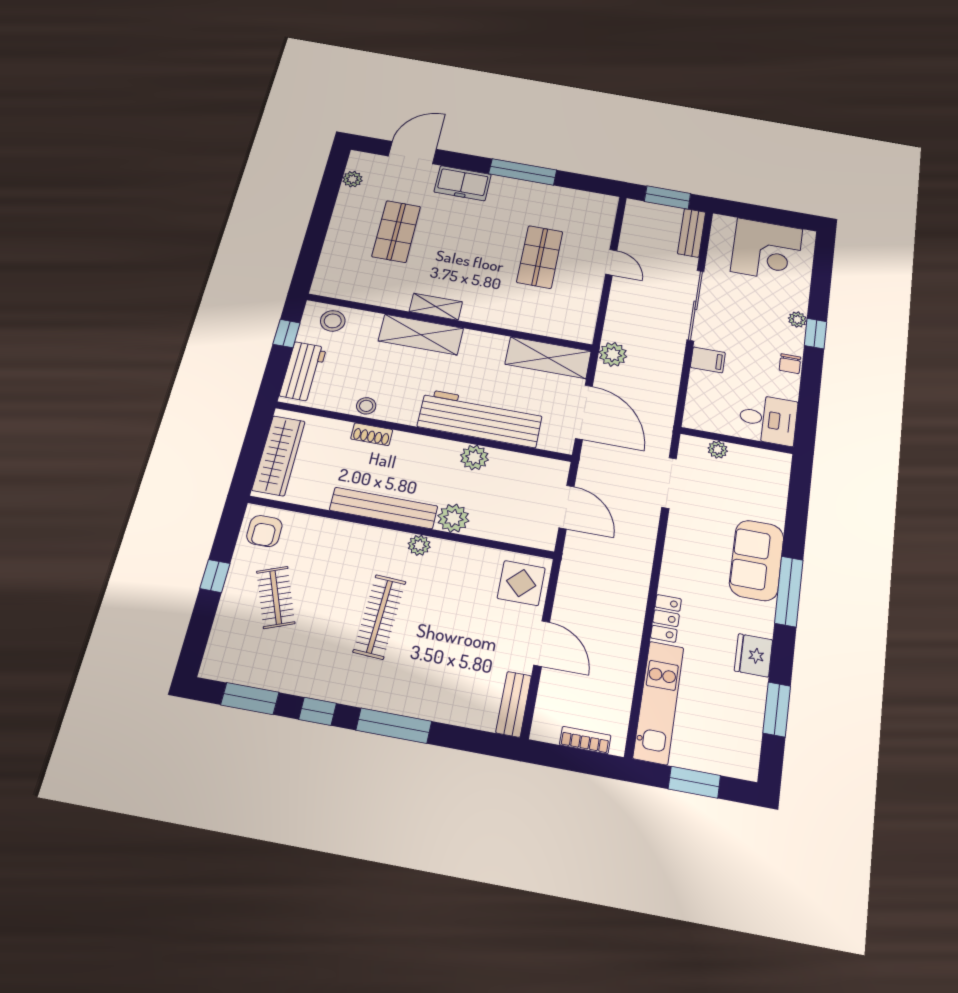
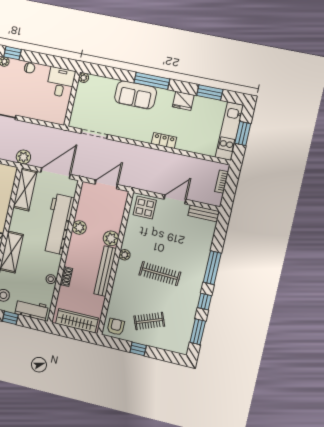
filing cabinet: (708, 360) -> (27, 109), removed
plant: (718, 450) -> (84, 78), moved
armchair: (264, 531) -> (116, 327), turned -90
kitchen unit: (659, 702) -> (229, 131), moved, turned -90

